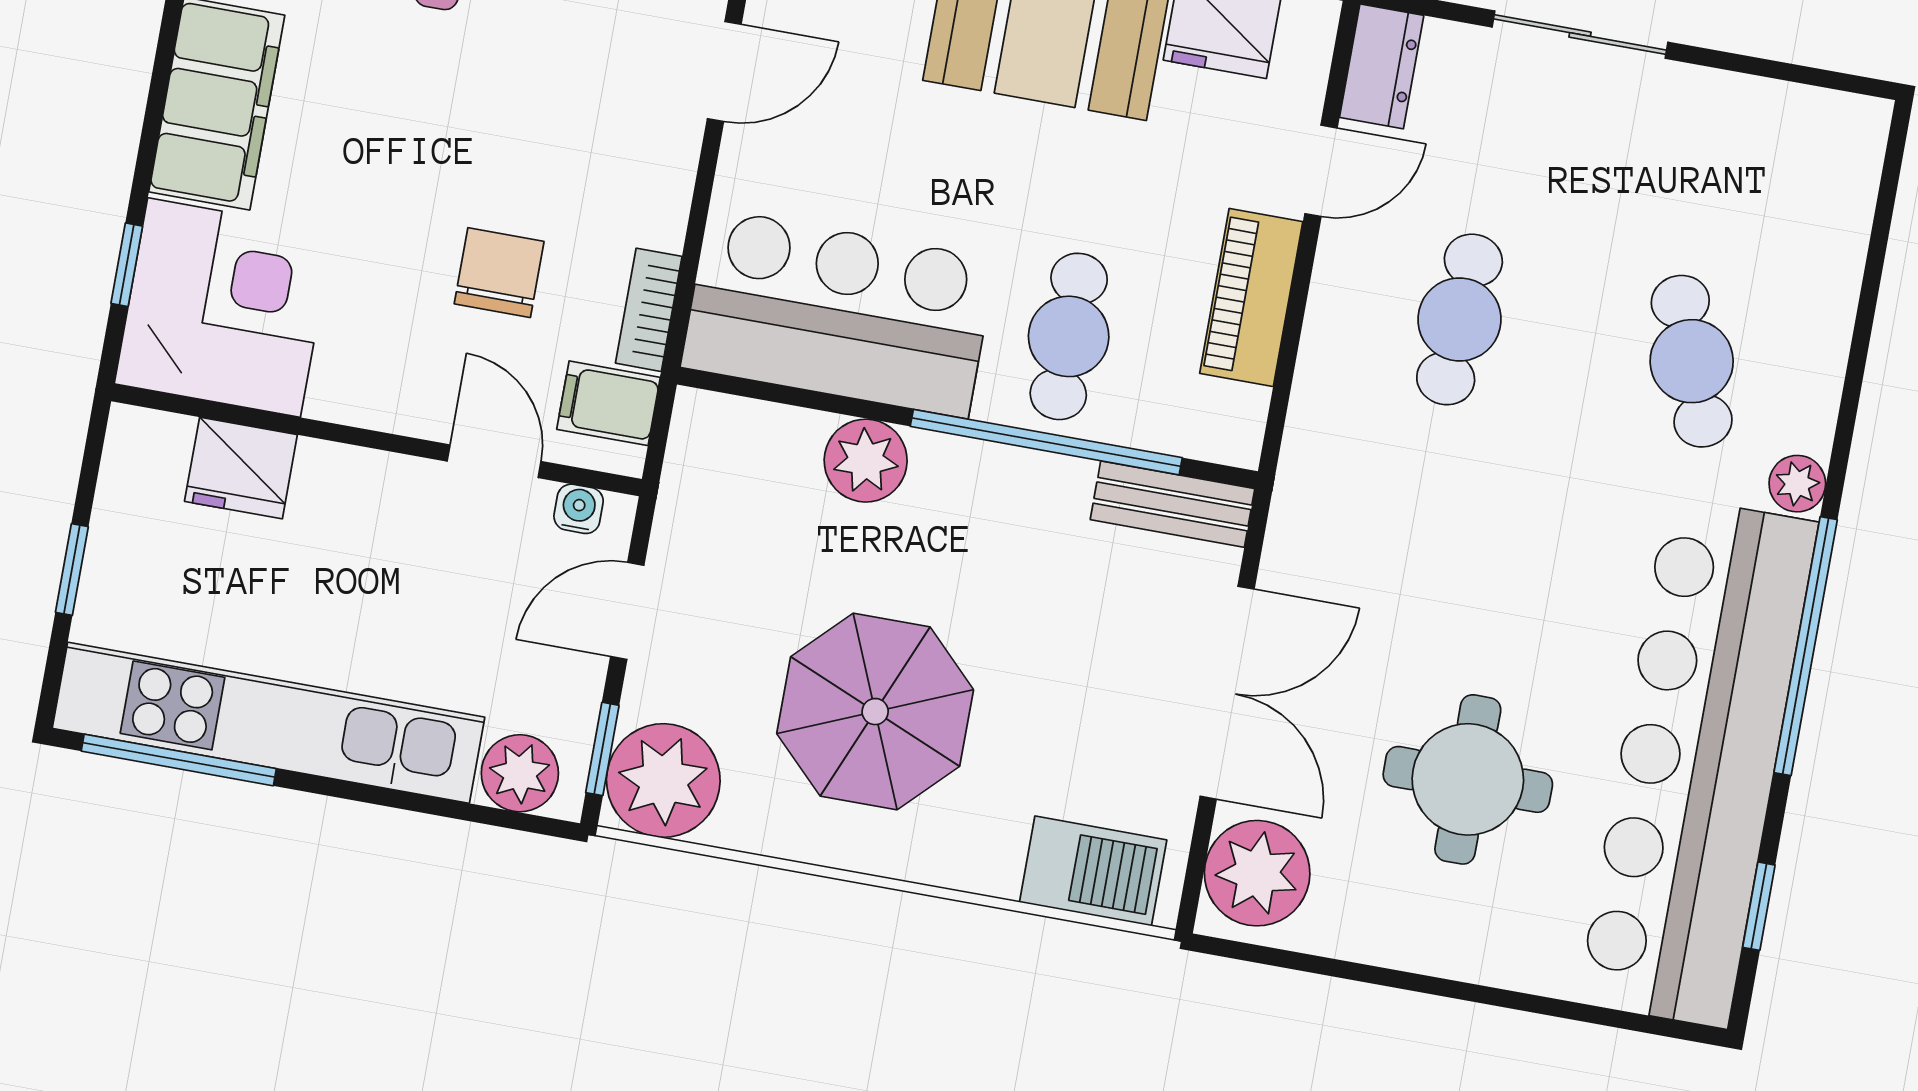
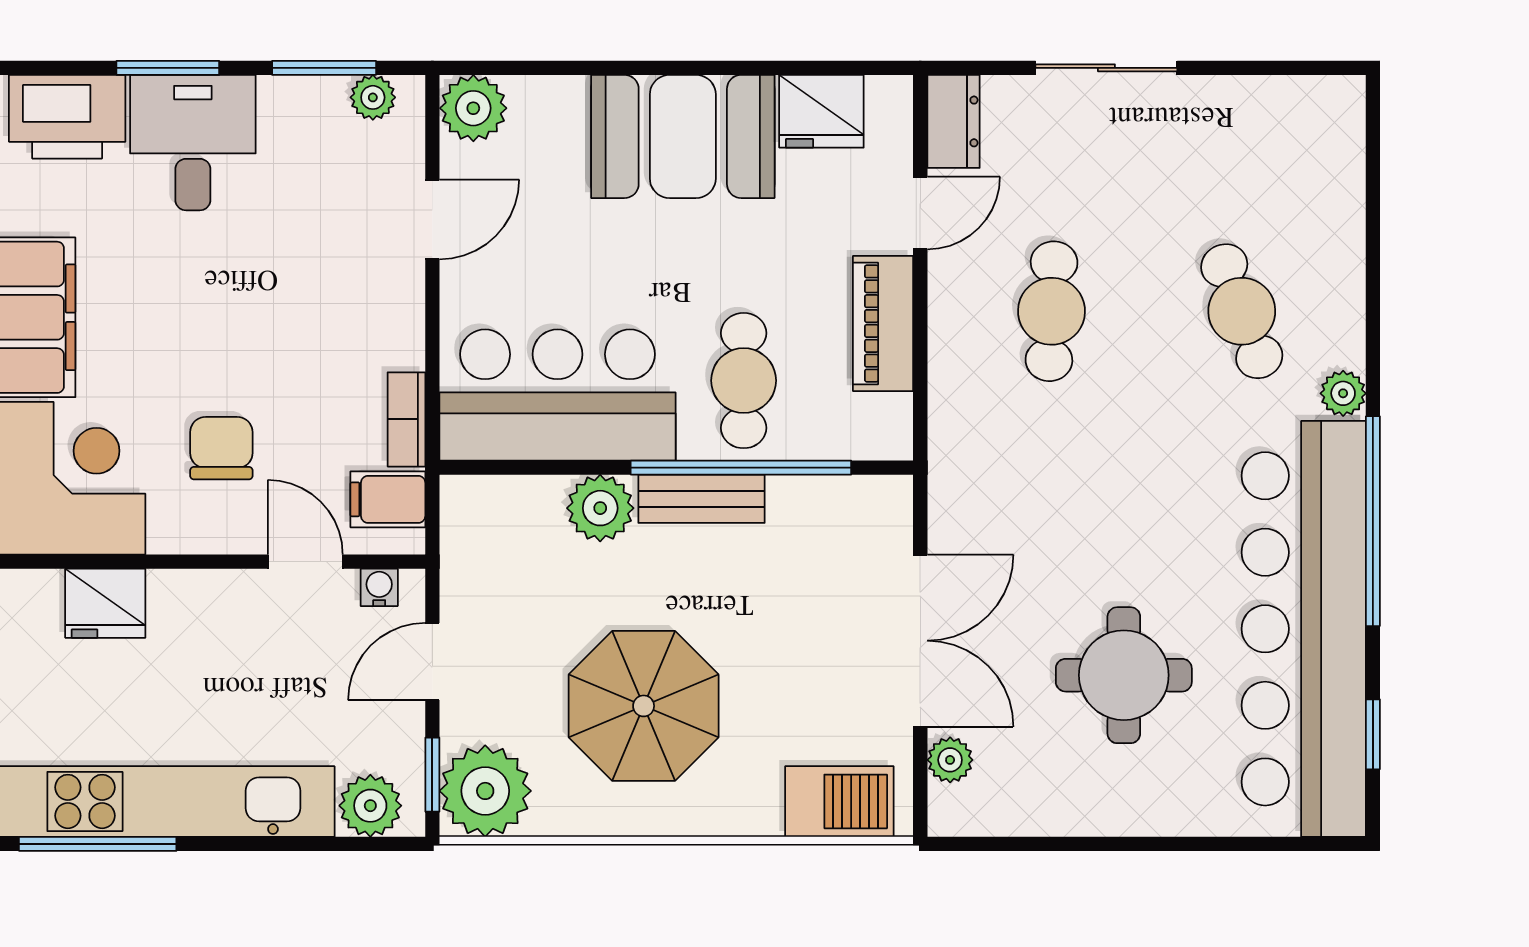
chair: (499, 273) -> (221, 448), moved
bench: (1173, 504) -> (702, 499), moved
plant: (1257, 873) -> (950, 760), width x0.53, depth x0.53

